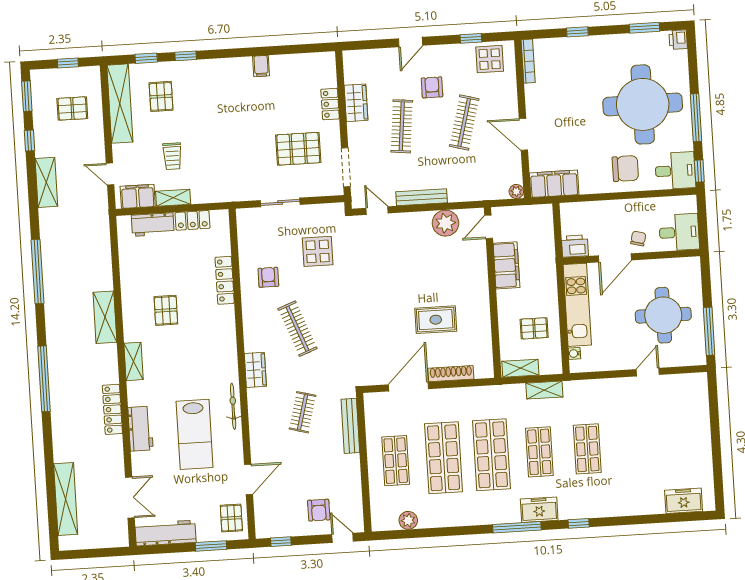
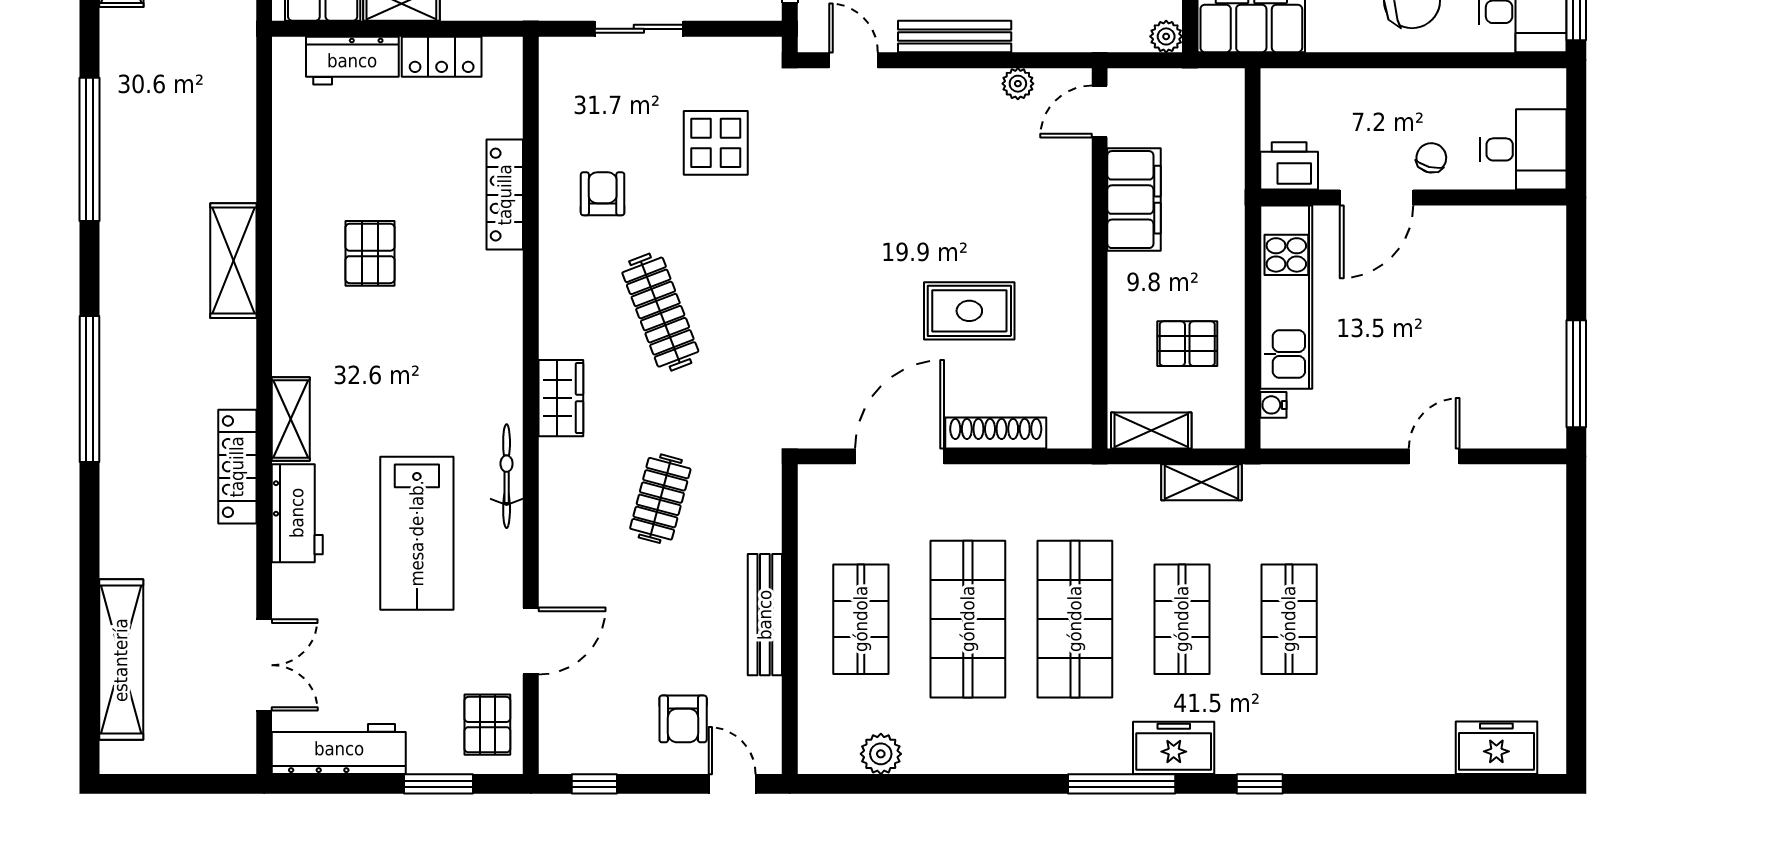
plant: (445, 223) -> (1018, 84), width x0.53, depth x0.53
round table: (663, 315) -> (1476, 332), removed
shelving: (133, 361) -> (291, 419), moved
bench: (350, 426) -> (765, 615), moved

